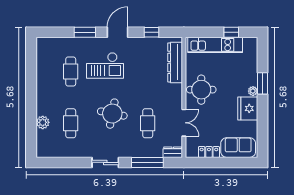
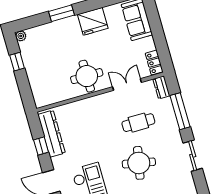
kitchen unit: (215, 45) -> (35, 75), removed
dresser: (175, 62) -> (52, 134), moved, turned -90
plant: (253, 91) -> (21, 36), moved
locker: (209, 152) -> (154, 63), moved

